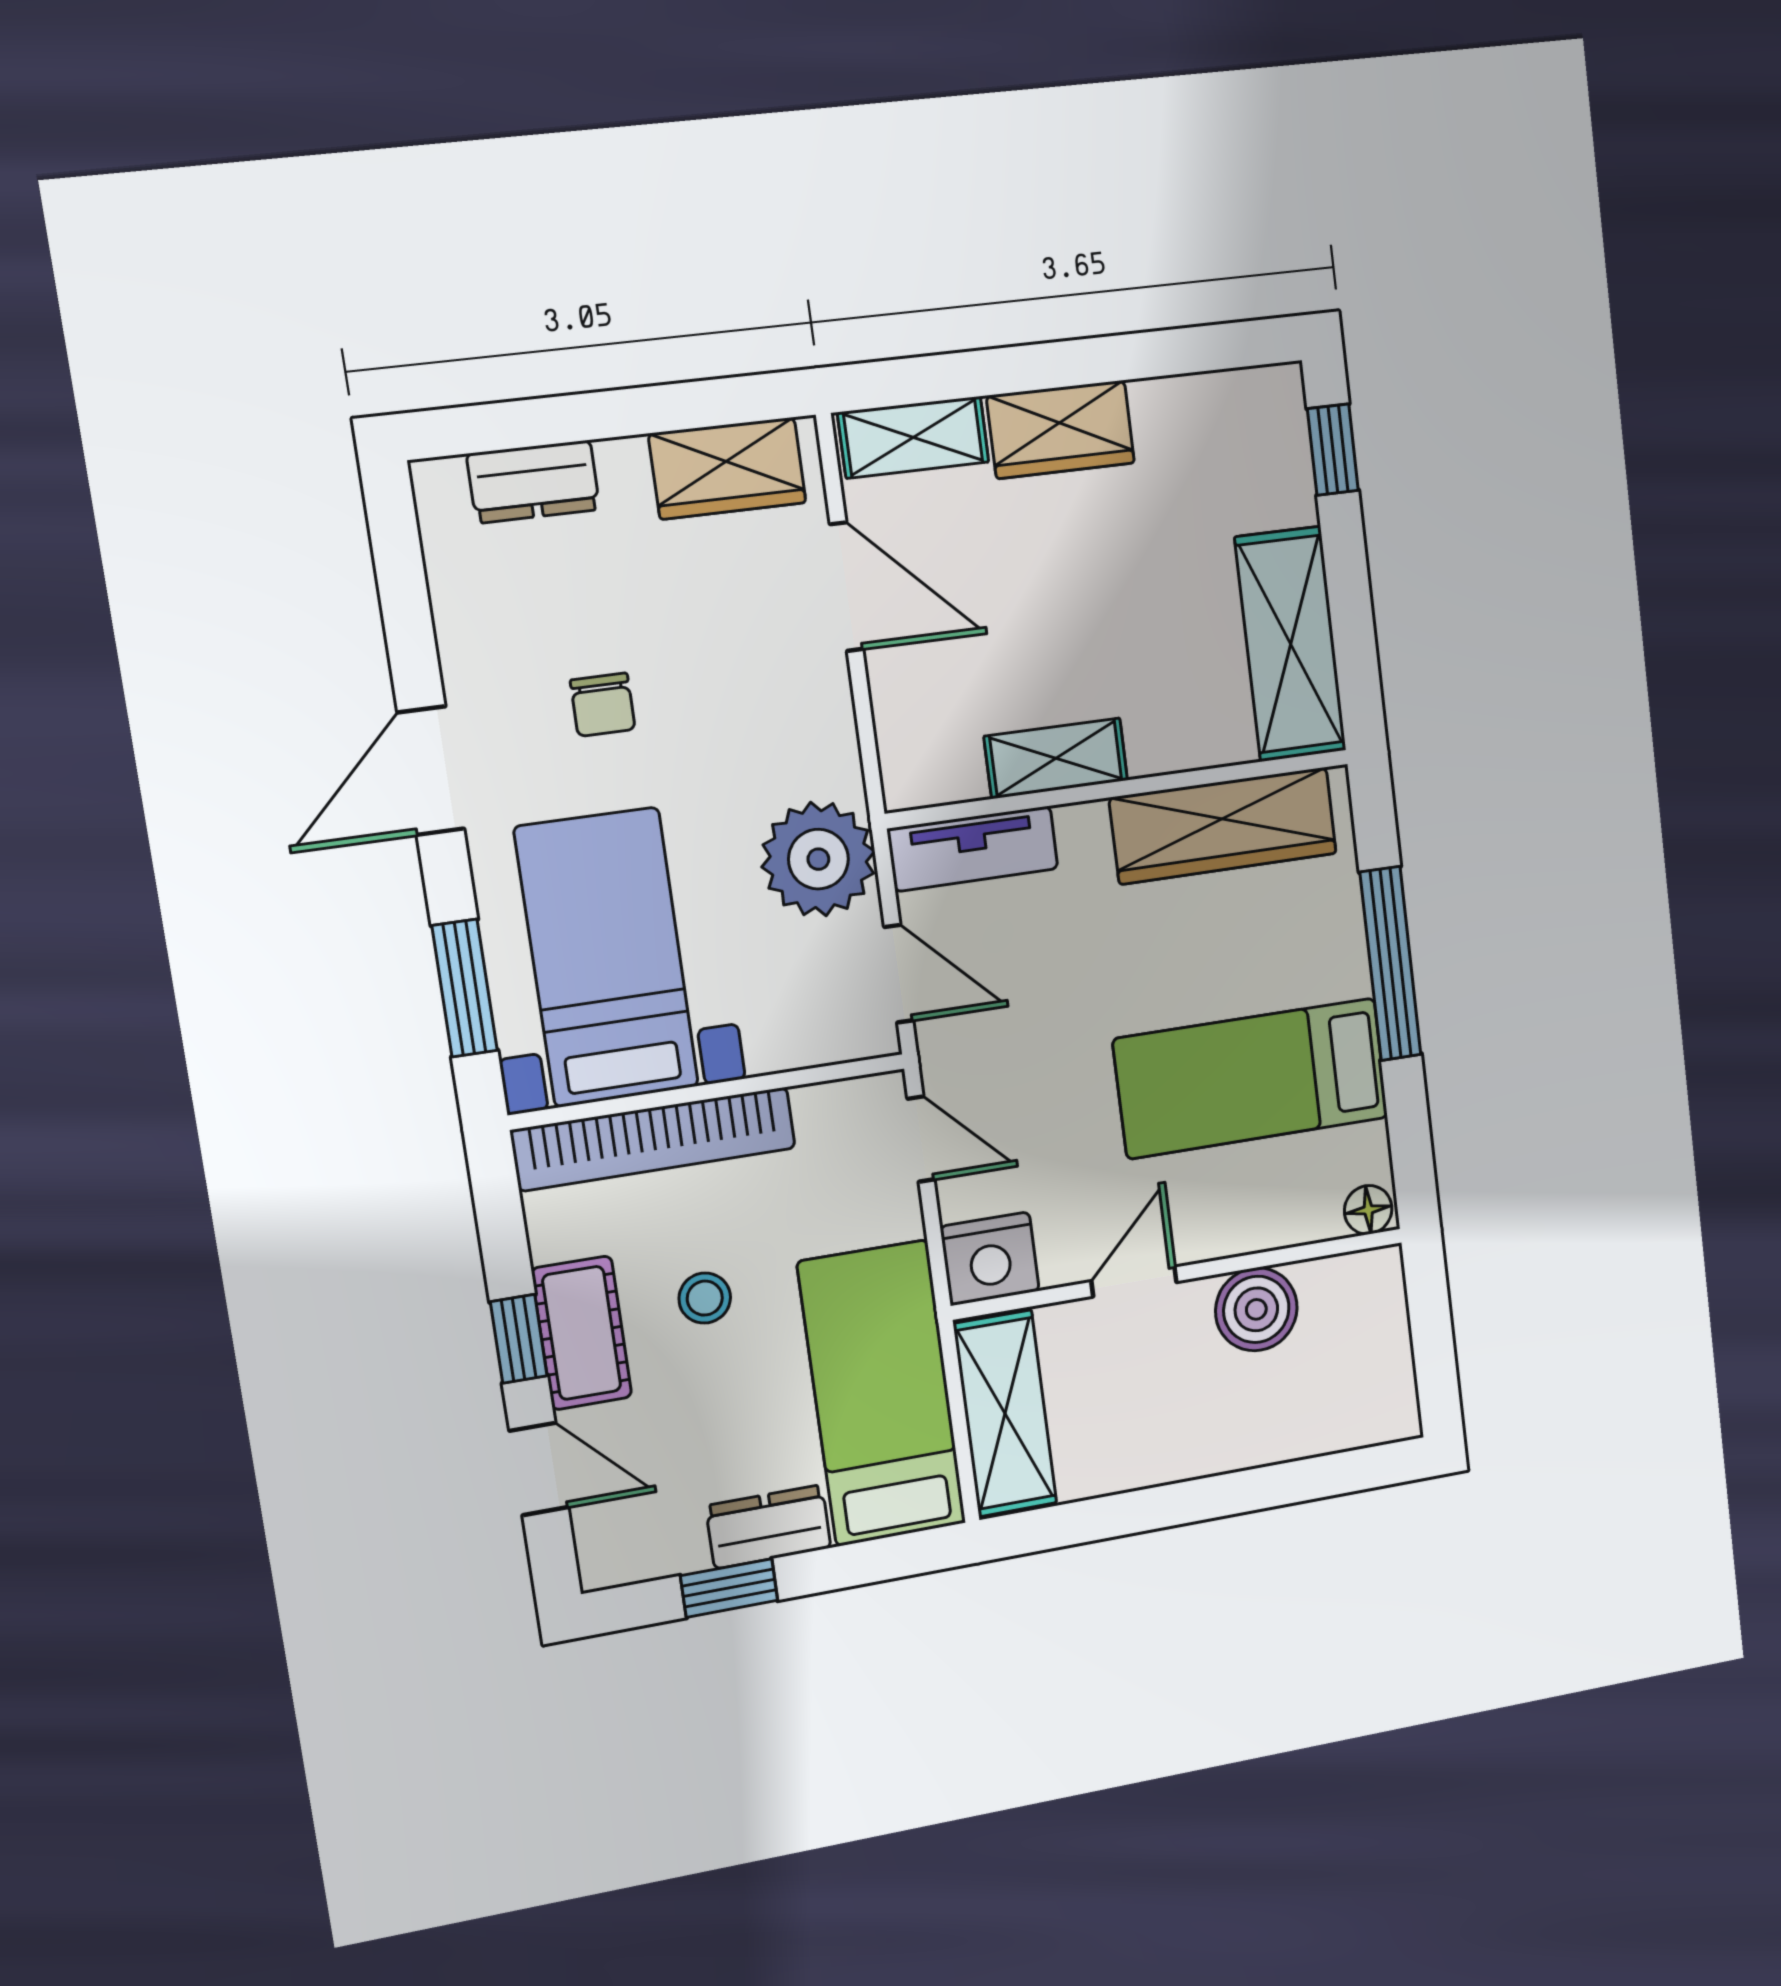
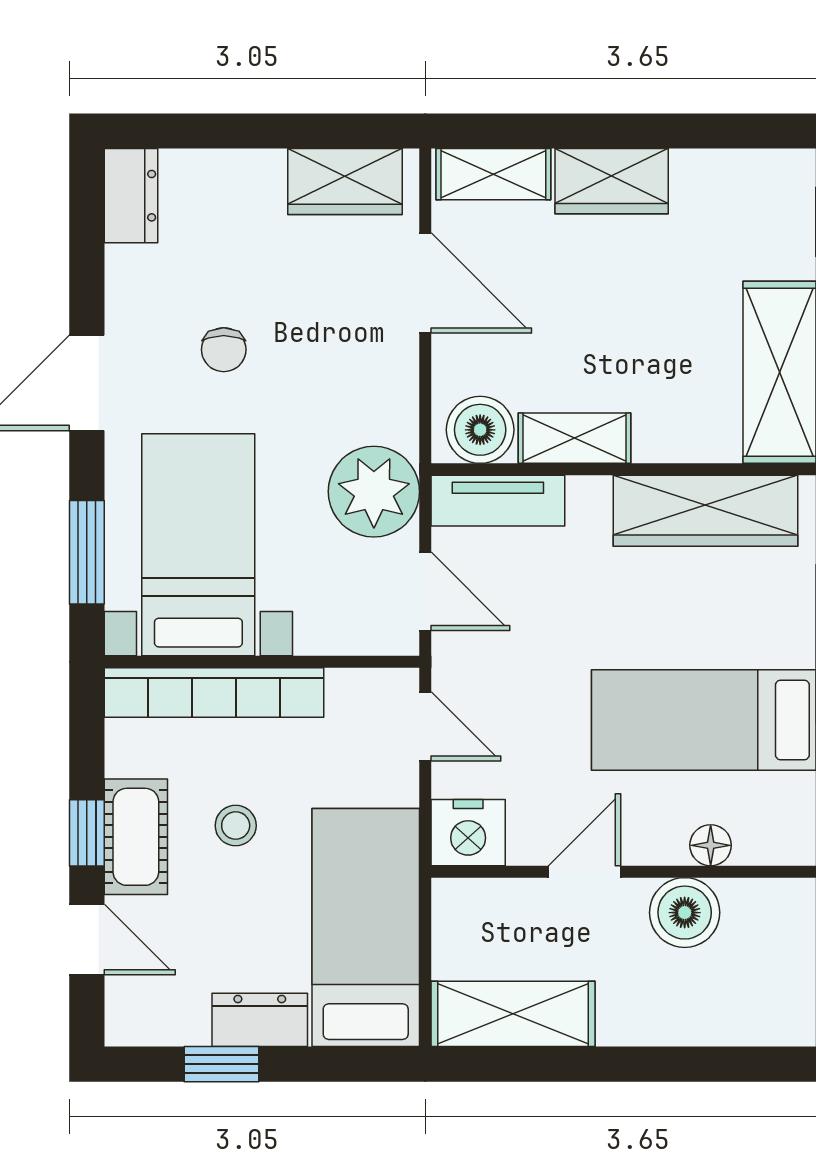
dresser: (533, 482) -> (131, 196), moved, turned -90
boiler: (939, 764) -> (480, 430), added
floor lamp: (1368, 1210) -> (711, 845), moved
shelving: (1005, 1414) -> (513, 1014), moved, turned 90

